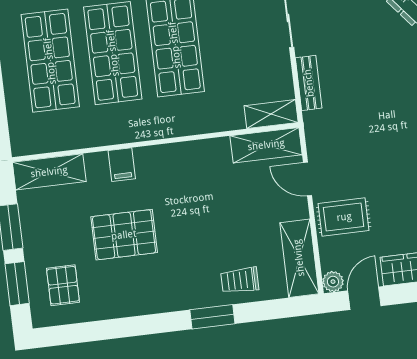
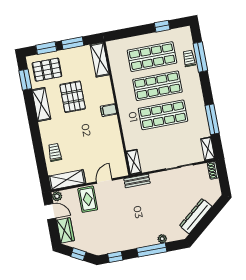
bench: (309, 83) -> (137, 181), moved
shelving: (266, 145) -> (41, 104), moved
filing cabinet: (122, 165) -> (108, 110), moved
pallet: (63, 285) -> (47, 70), width x1.50, depth x1.42
window: (212, 317) -> (25, 80), moved

